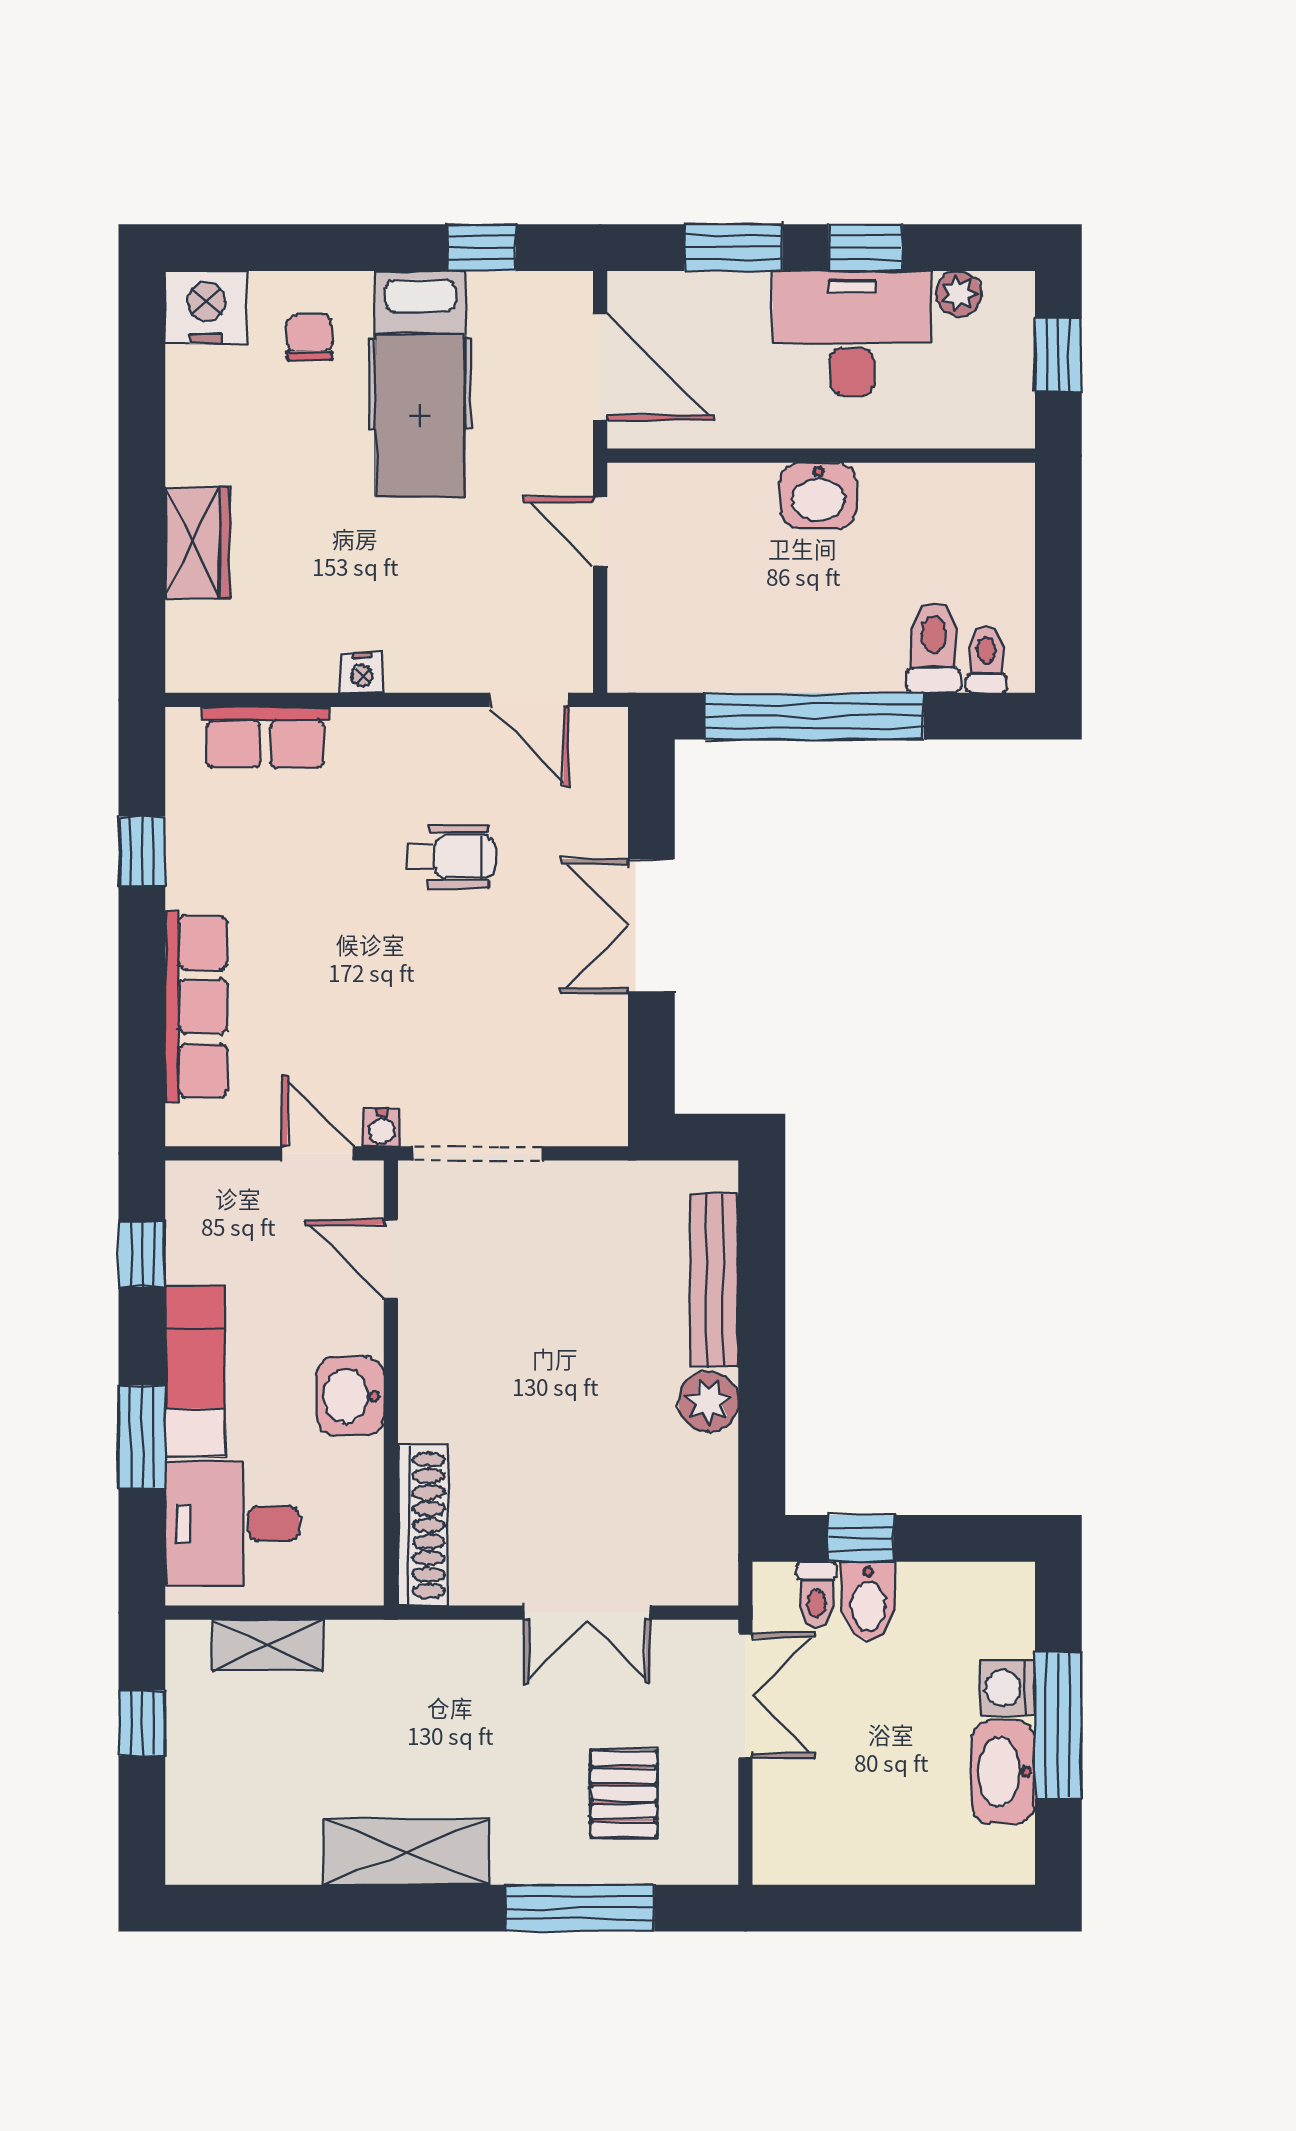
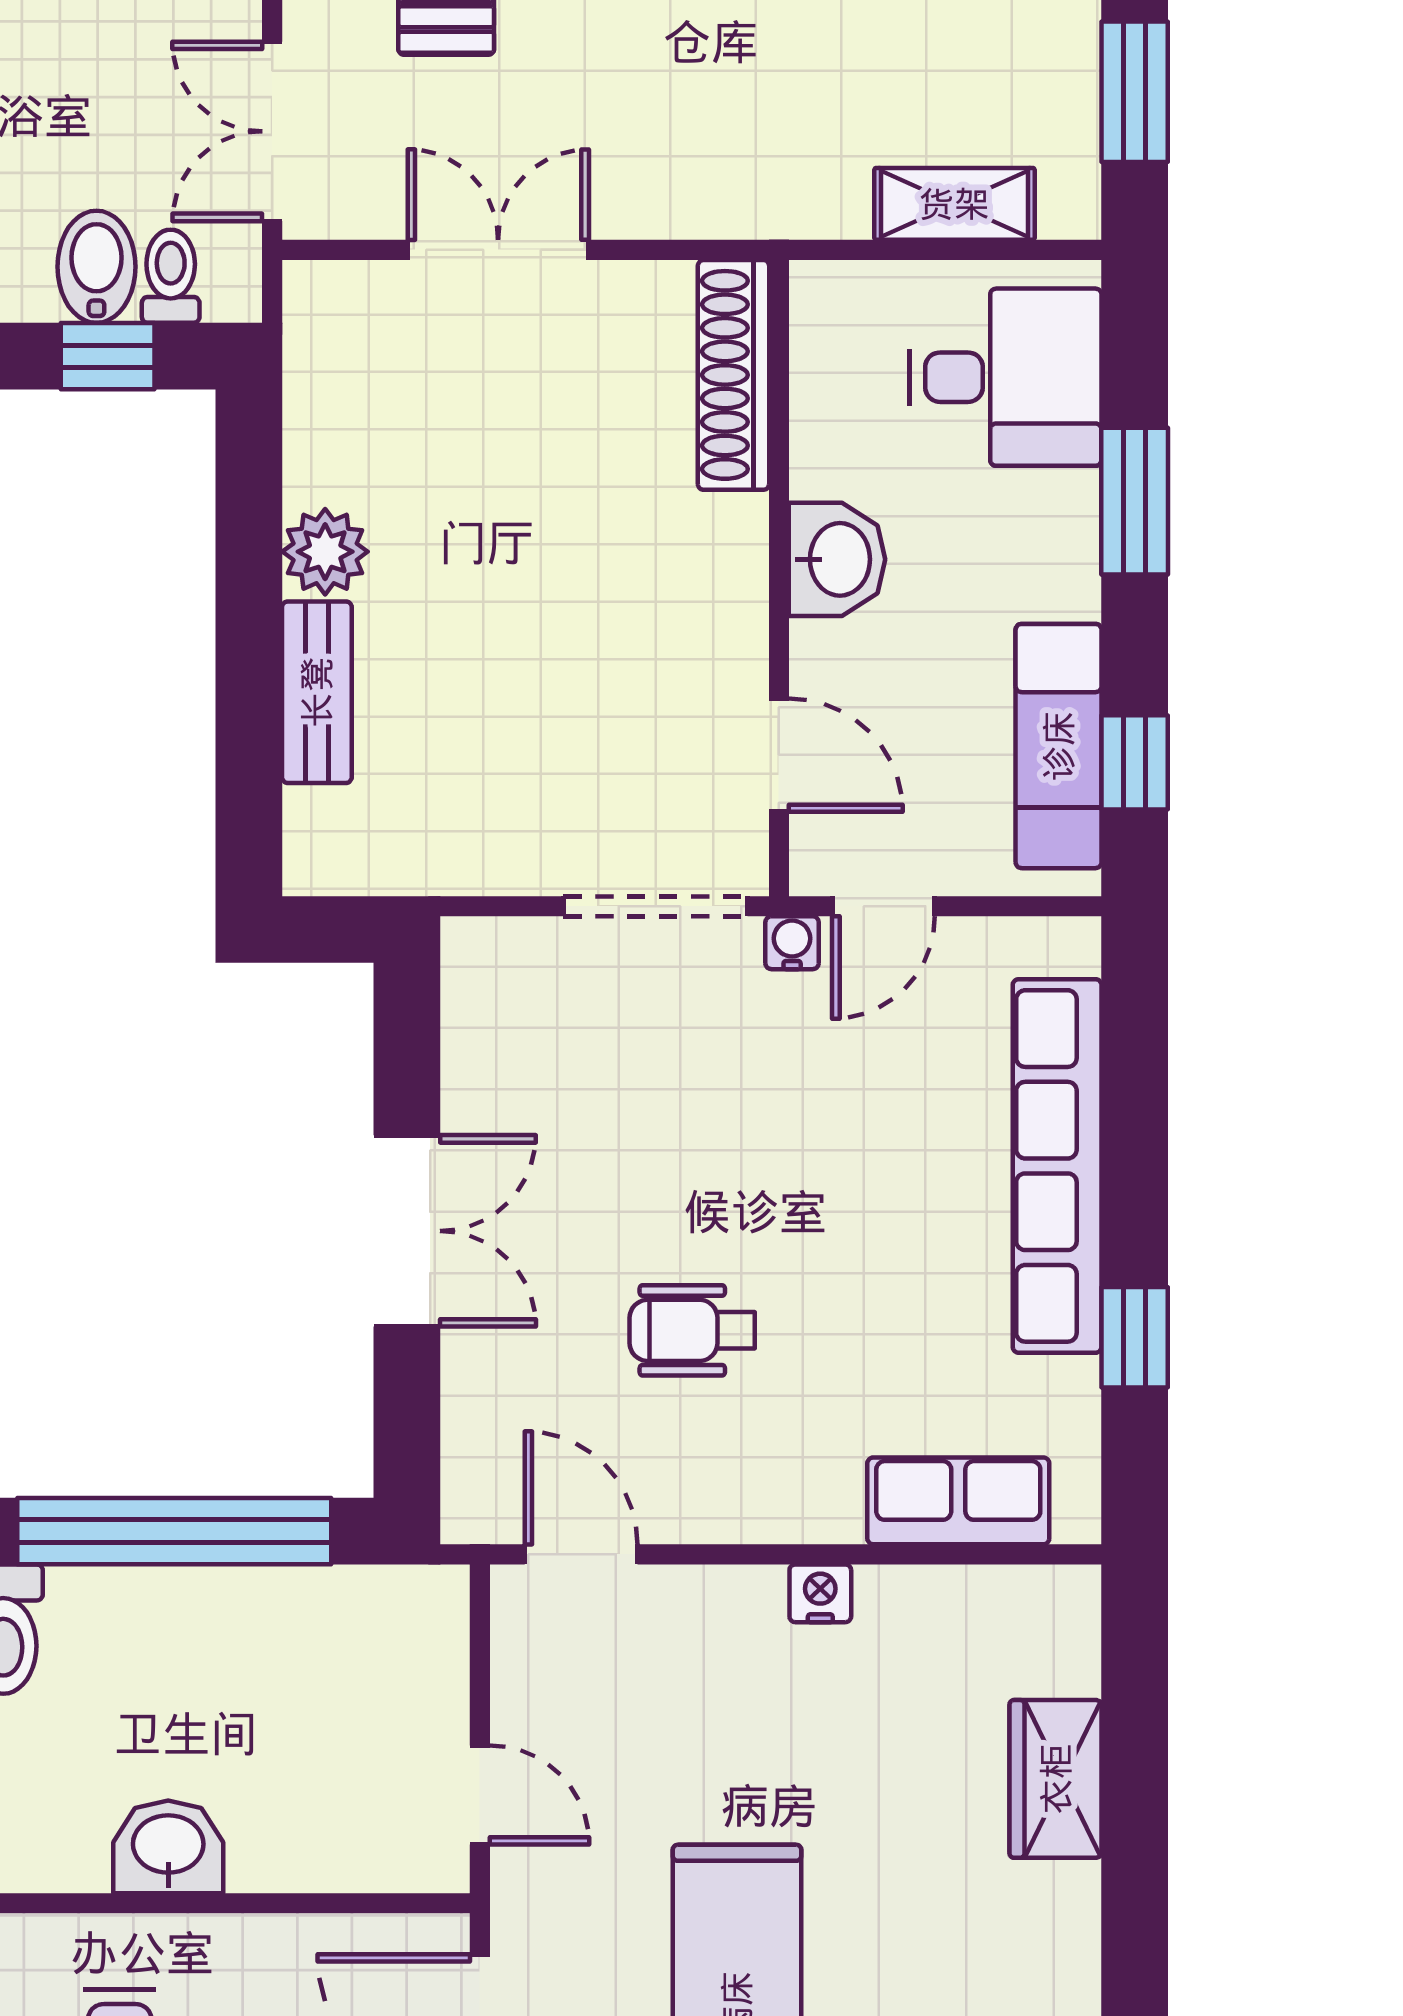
row of seats: (196, 1007) -> (1057, 1166), width x1.36
door: (318, 1153) -> (883, 906), hinge flipped
bench: (714, 1280) -> (317, 692), width x0.73
exam couch: (195, 1371) -> (1059, 746), moved
window: (142, 1723) -> (1135, 92), width x1.50

